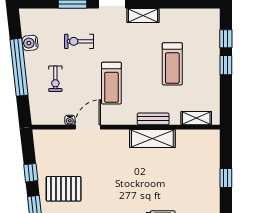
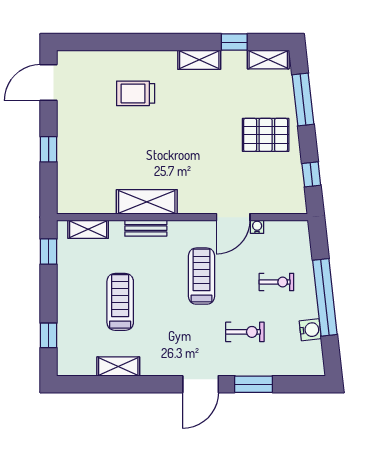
shelving: (143, 15) -> (118, 367), moved
window: (226, 65) -> (49, 252), moved
exercise bike: (55, 79) -> (276, 282), turned 90
window: (31, 173) -> (311, 174), moved

